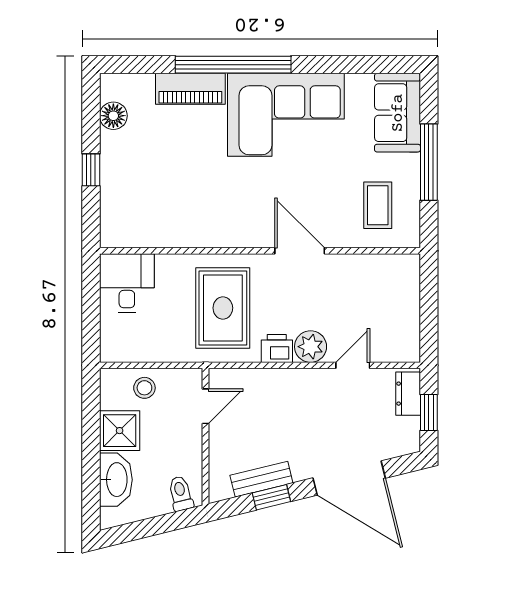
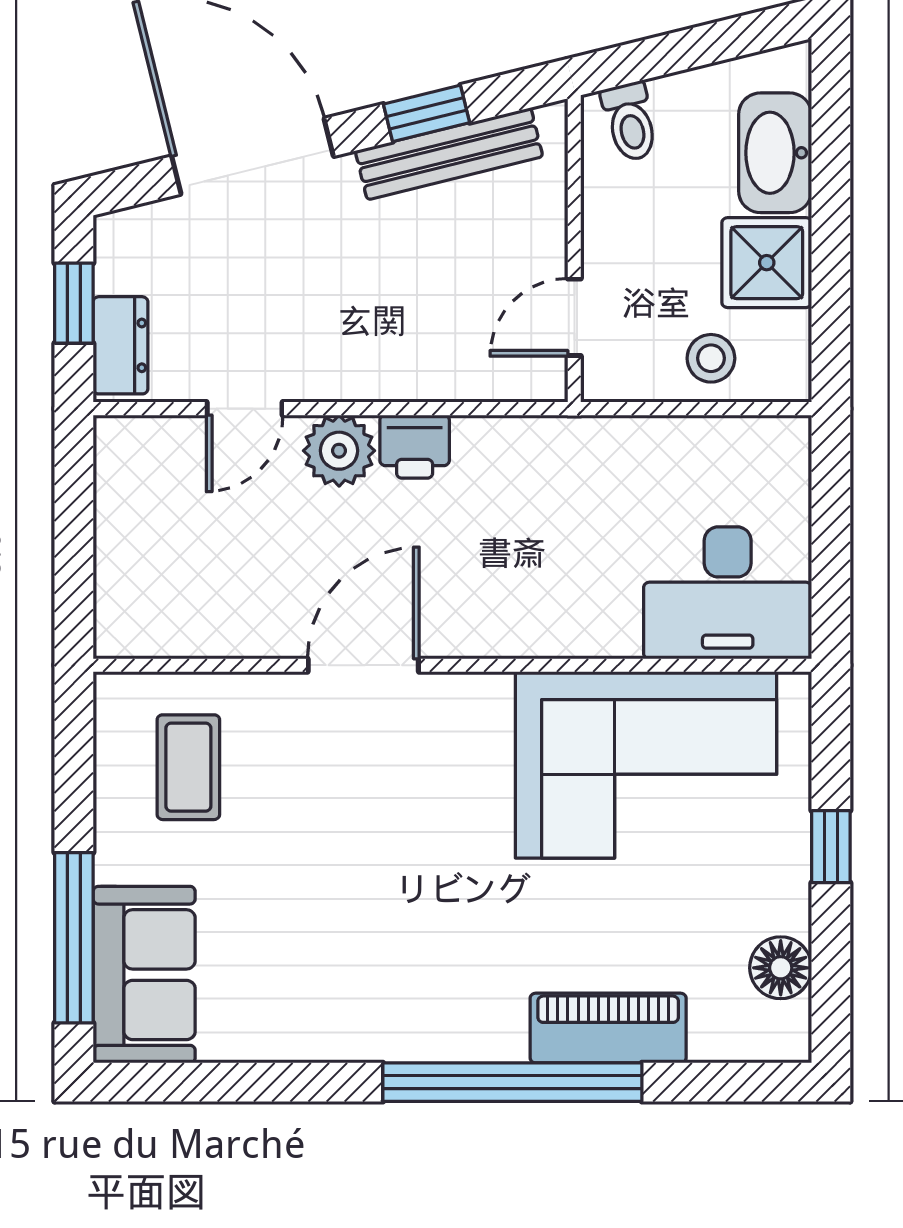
corner sofa: (286, 115) -> (646, 765), moved, turned 180
window: (429, 162) -> (74, 938), moved
door: (300, 251) -> (363, 665), swing flipped
desk: (127, 283) -> (728, 593), width x1.37
rug: (223, 308) -> (535, 537), removed
bench: (261, 479) -> (449, 154), width x1.36

